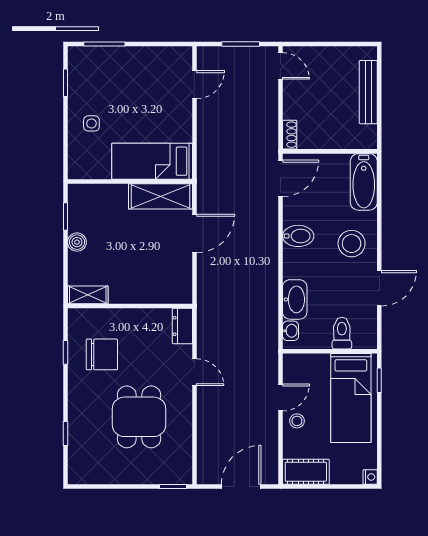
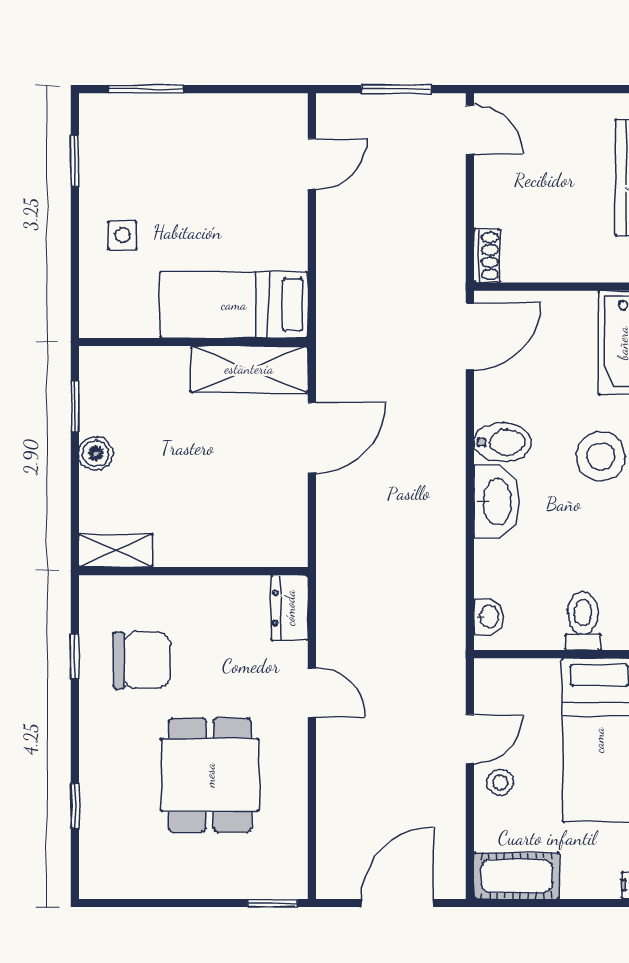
washbasin: (295, 299) -> (496, 502), moved

